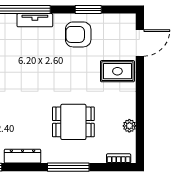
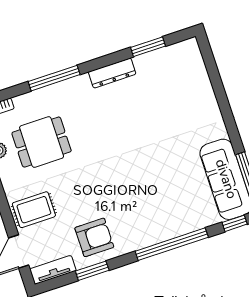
tv unit: (35, 20) -> (53, 270), moved
dining table: (73, 122) -> (42, 142), moved

